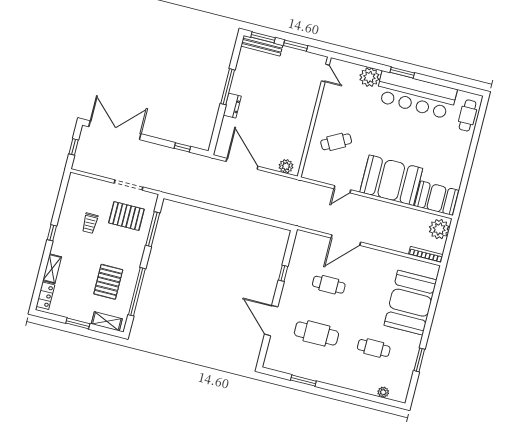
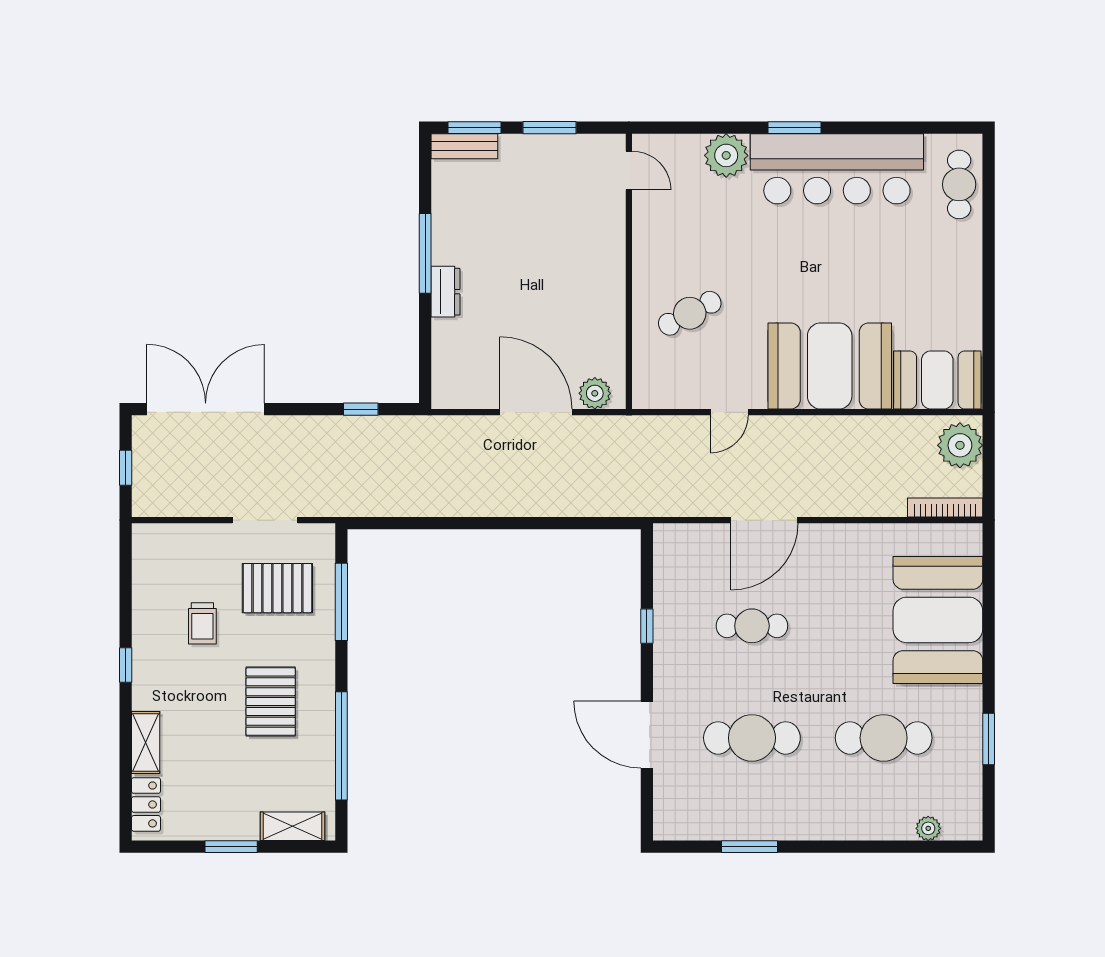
bench: (262, 46) -> (464, 146), width x0.73
door: (242, 164) -> (536, 412), moved
pallet: (108, 282) -> (271, 702), moved
cafe table: (374, 348) -> (884, 738), width x1.37, depth x1.35

